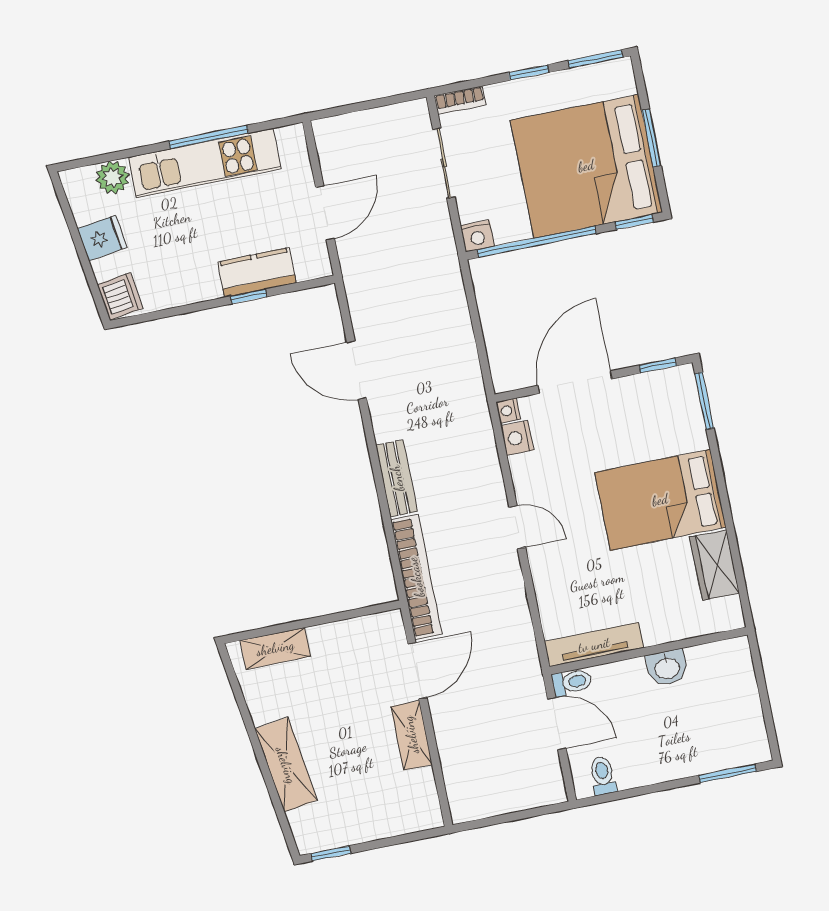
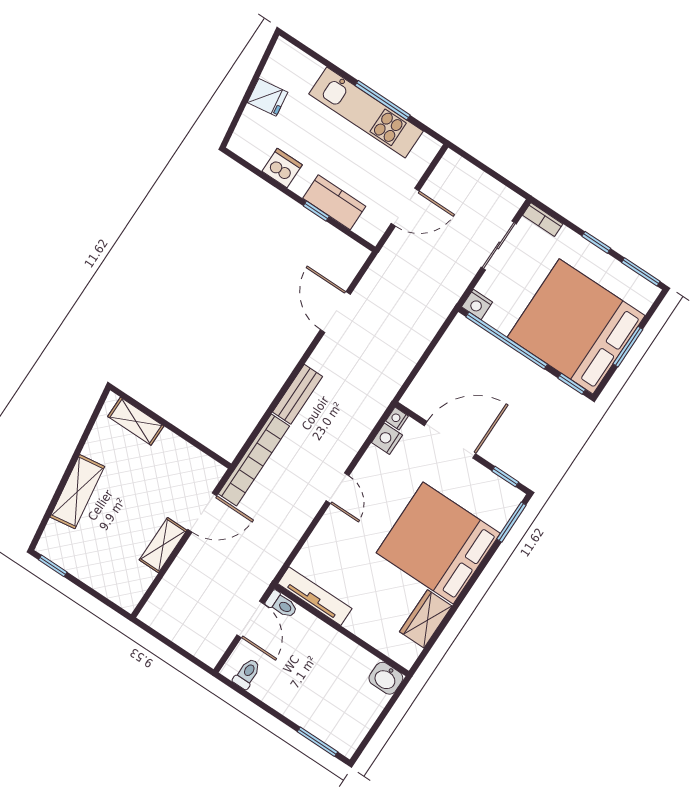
plant: (112, 177) -> (307, 69), removed
dishwasher: (120, 296) -> (282, 168), moved, turned -82
bed: (660, 500) -> (438, 543), width x1.36
washbasin: (667, 668) -> (386, 678), moved

